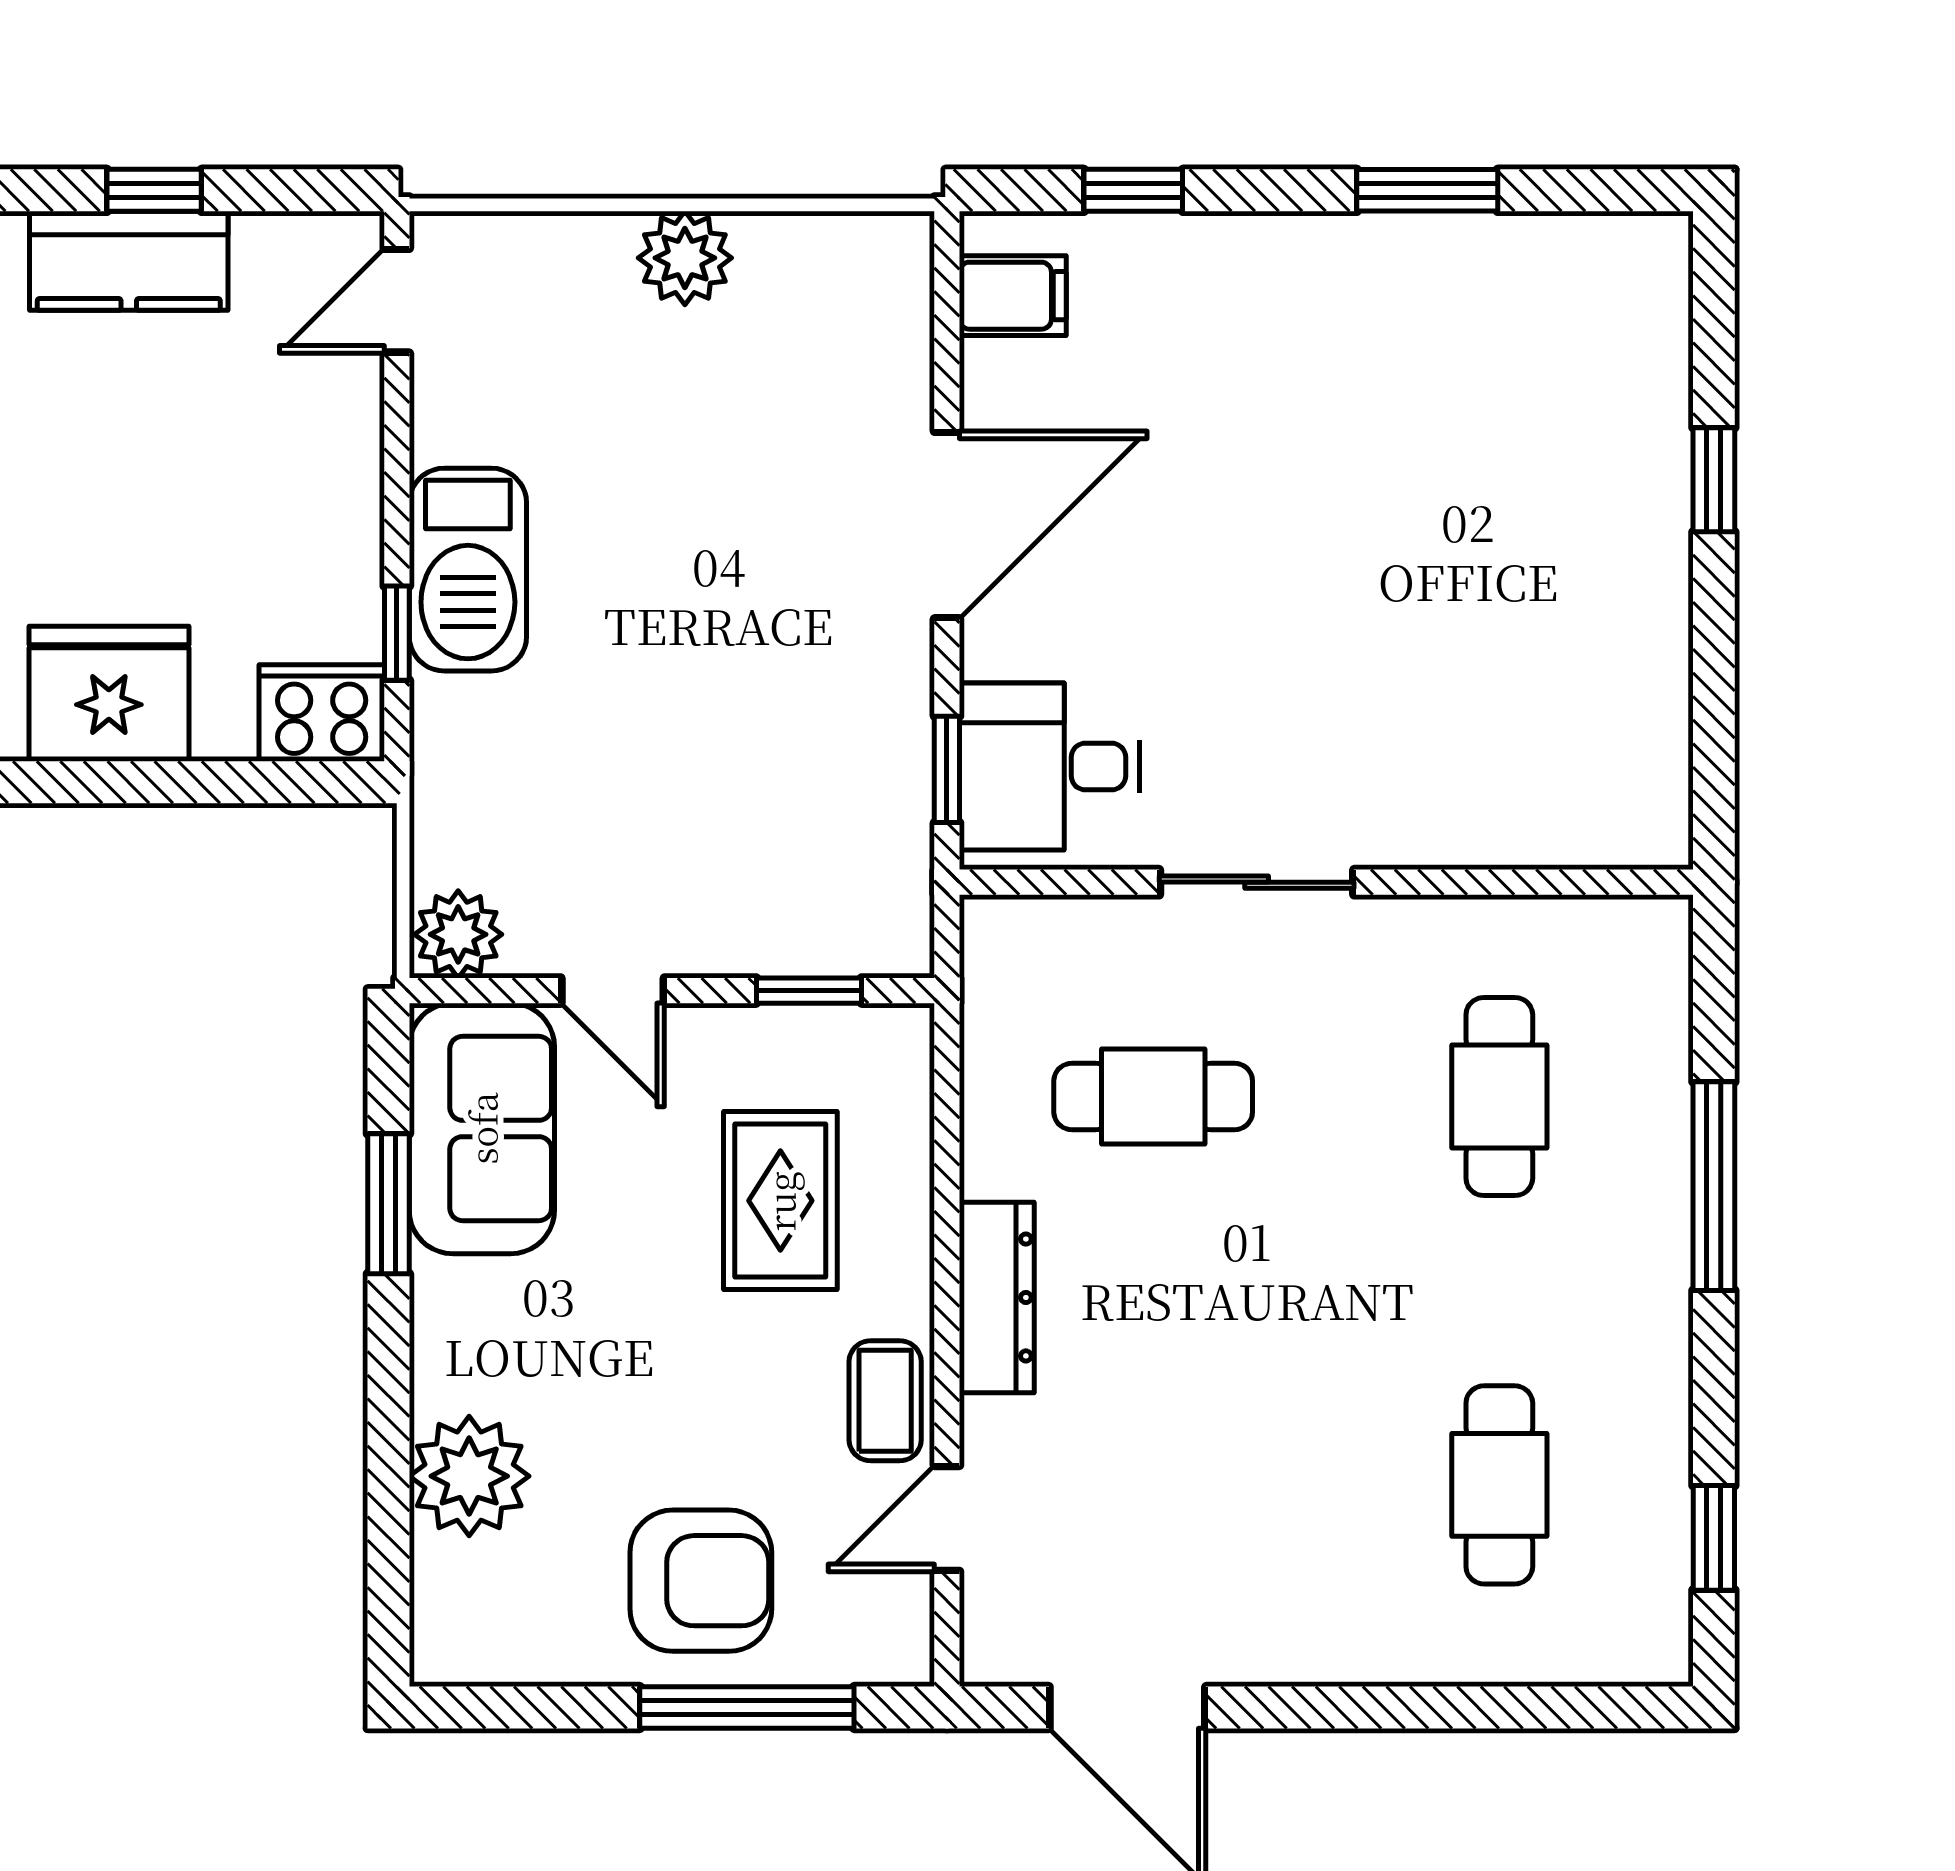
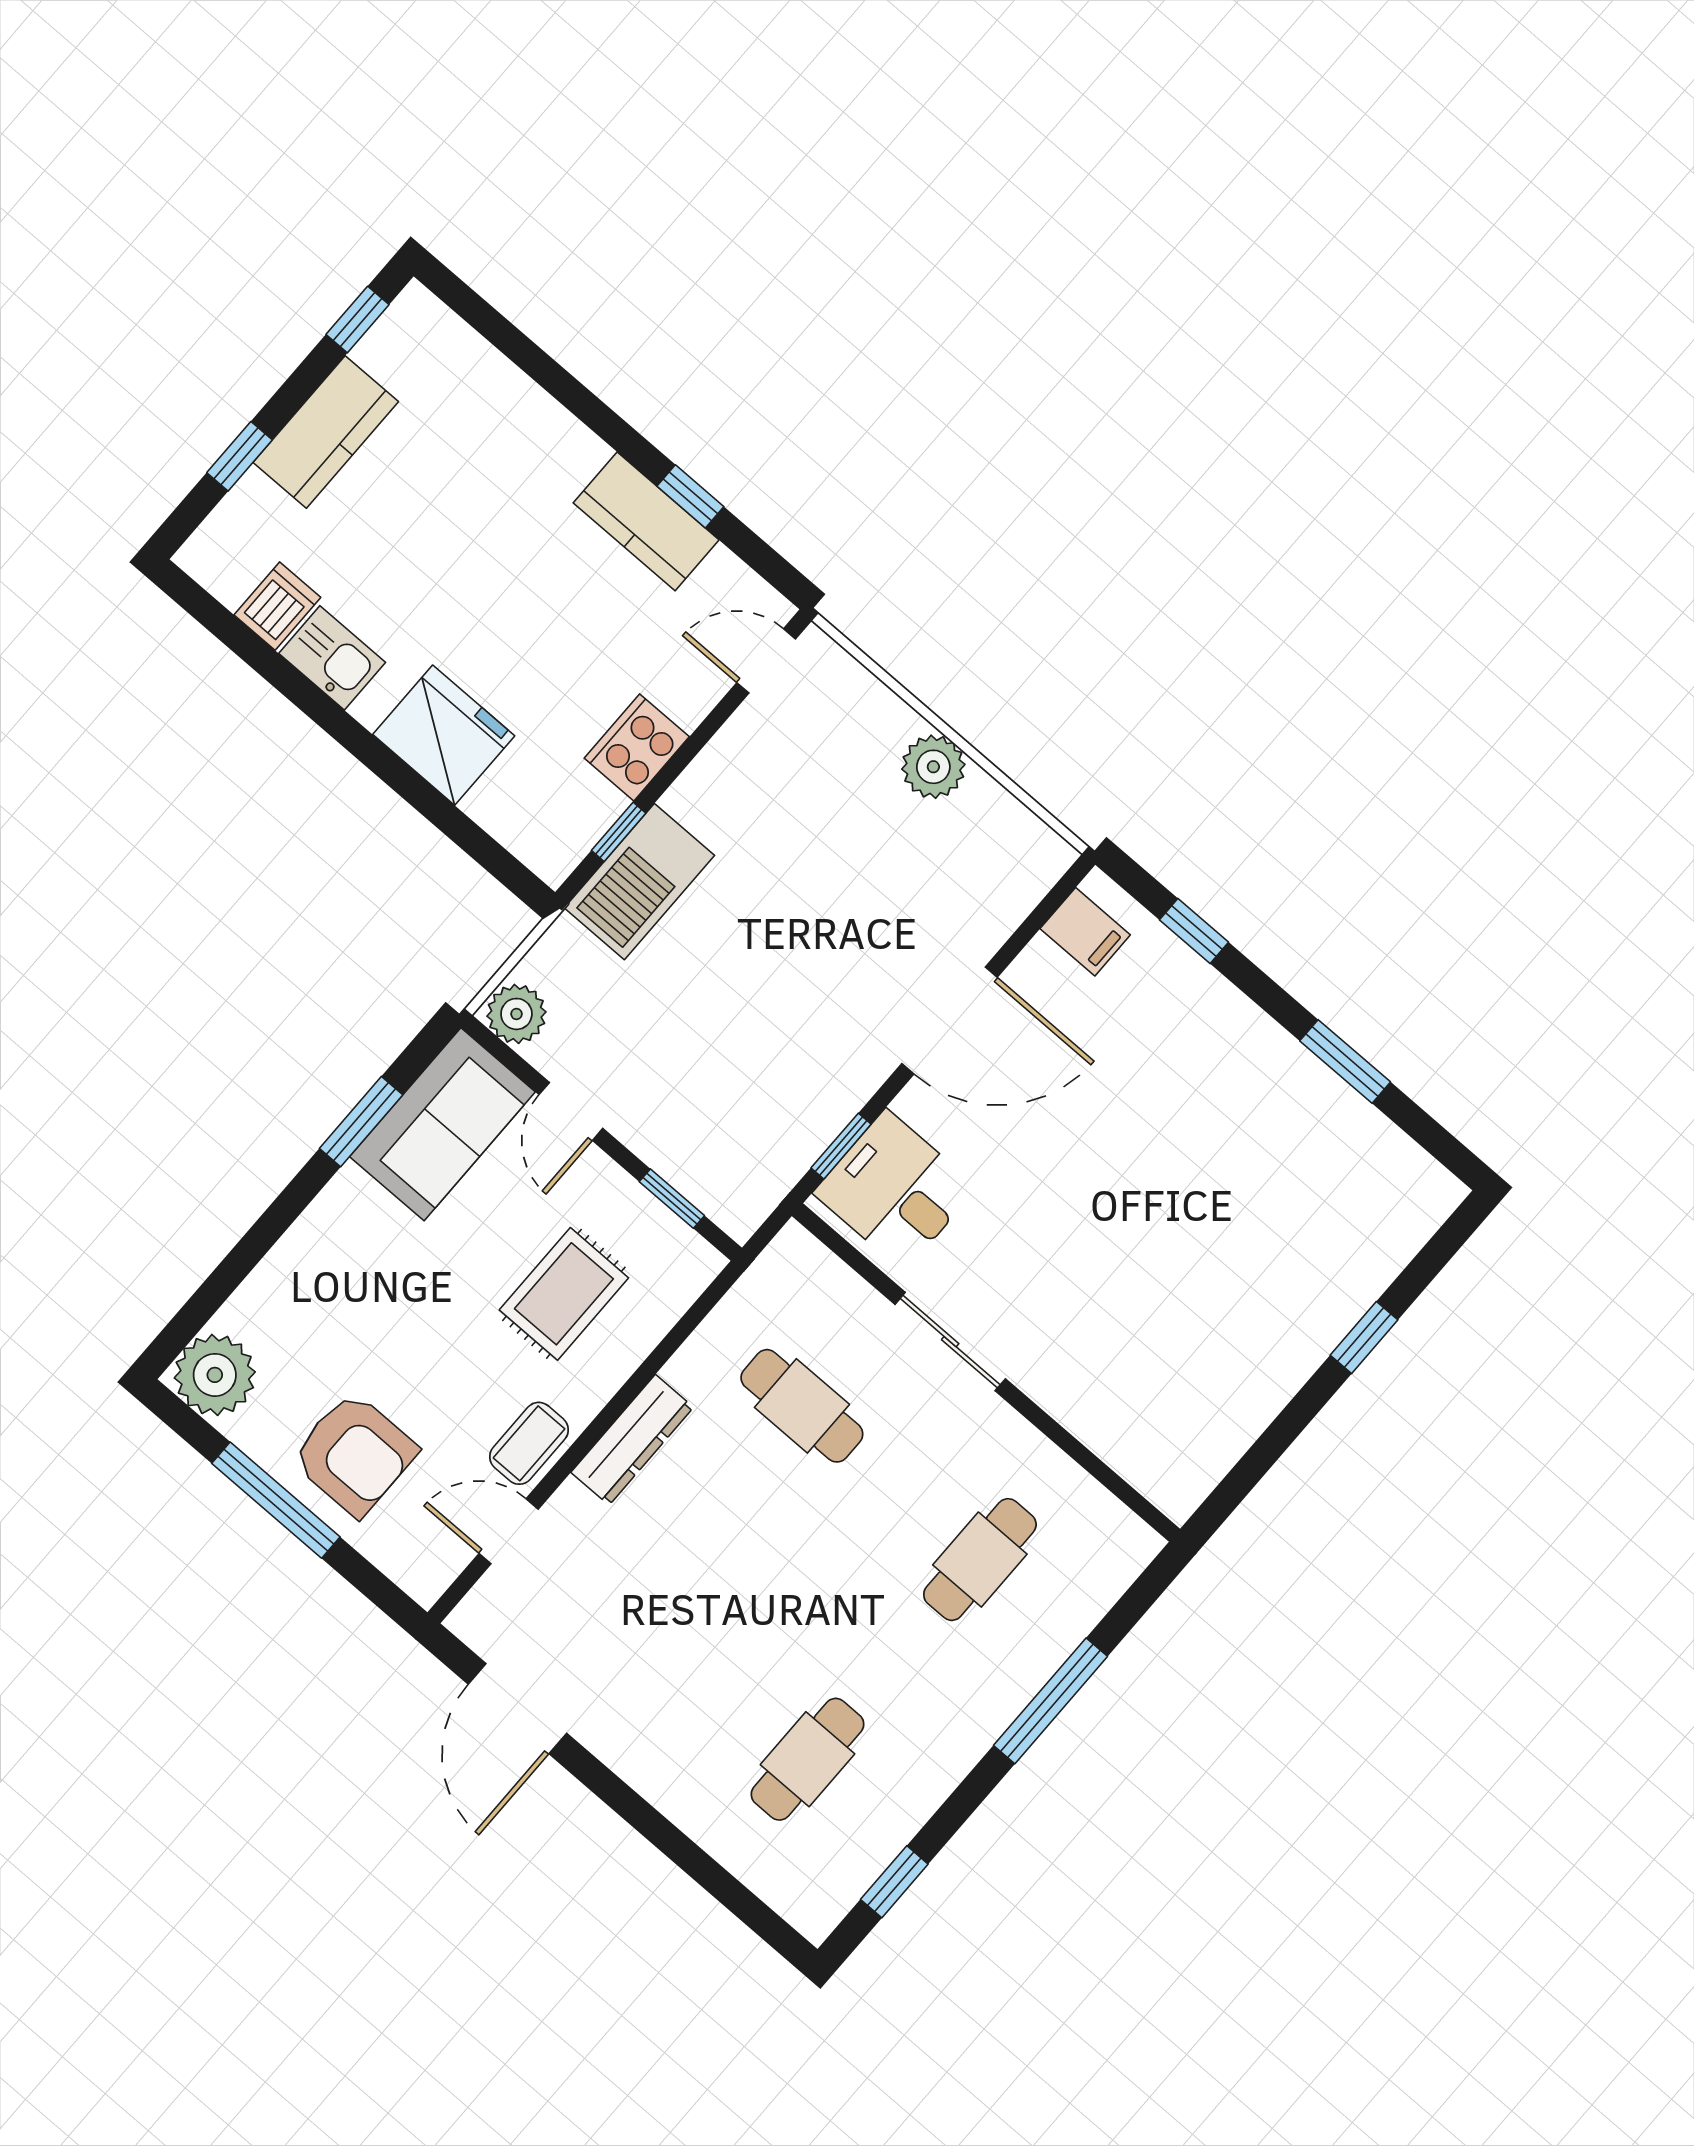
barbecue: (468, 570) -> (639, 882), moved
cooker: (322, 713) -> (637, 747), moved, turned -90
plant: (469, 1476) -> (215, 1375), moved
window: (747, 1707) -> (276, 1500), moved

